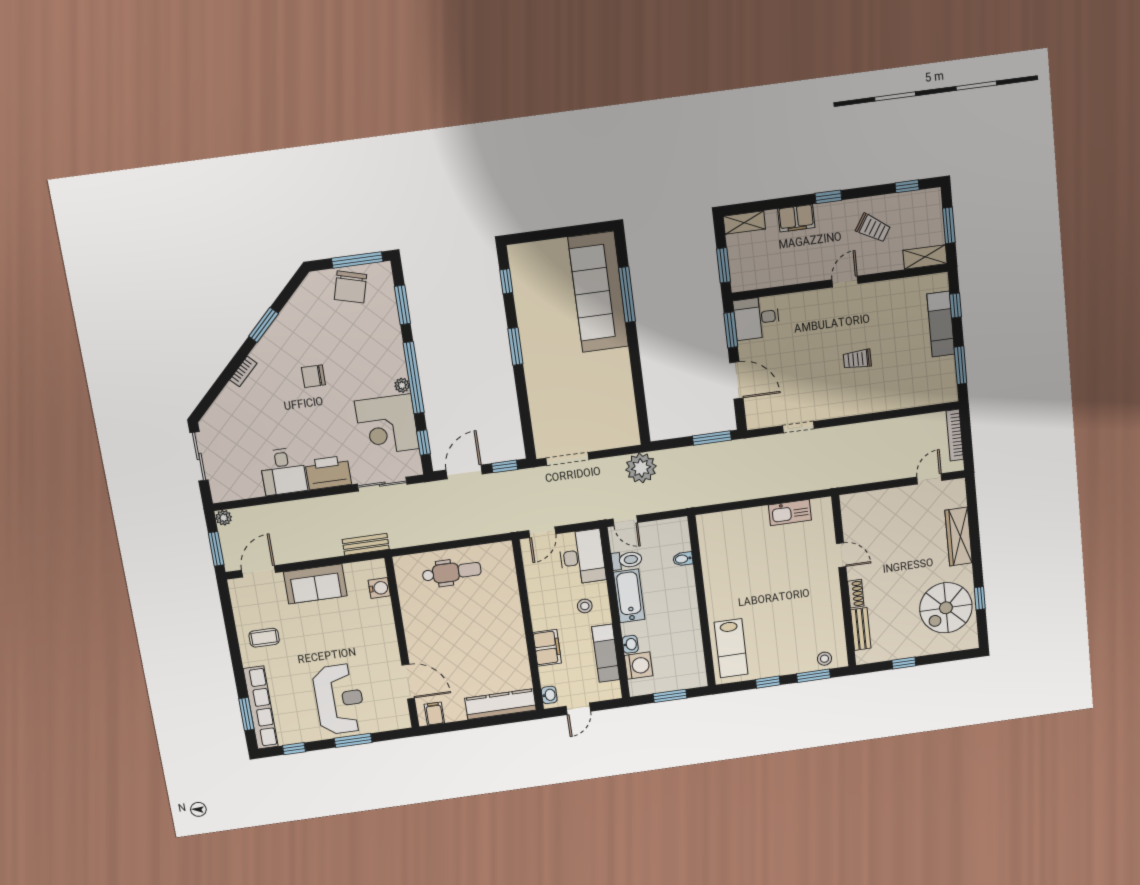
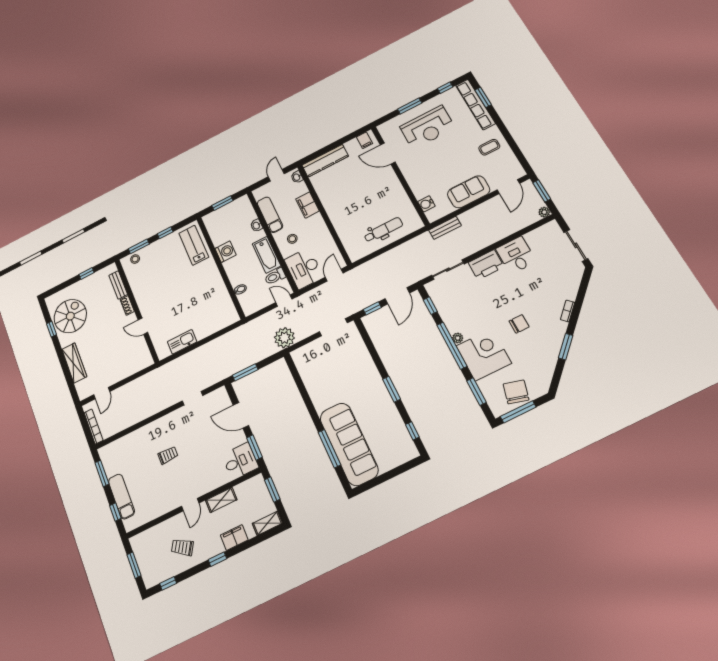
shelving: (925, 257) -> (221, 500), moved
corner desk: (387, 425) -> (484, 355), moved
dental chair: (452, 572) -> (383, 230), turned 180
washing machine: (639, 666) -> (226, 252), moved, turned 180
reception desk: (339, 699) -> (427, 127), turned -90

